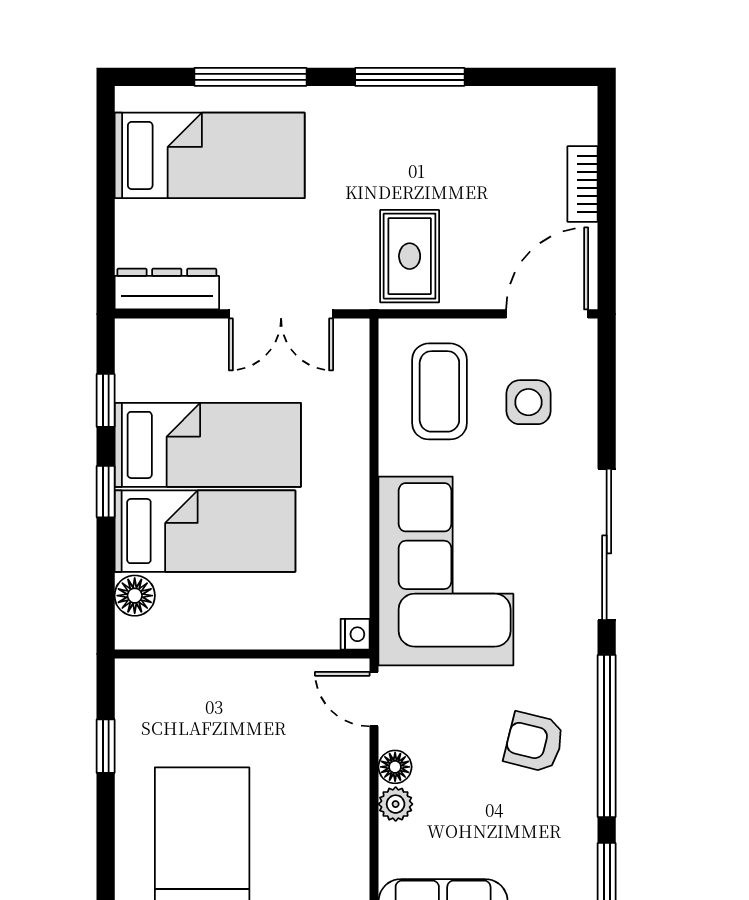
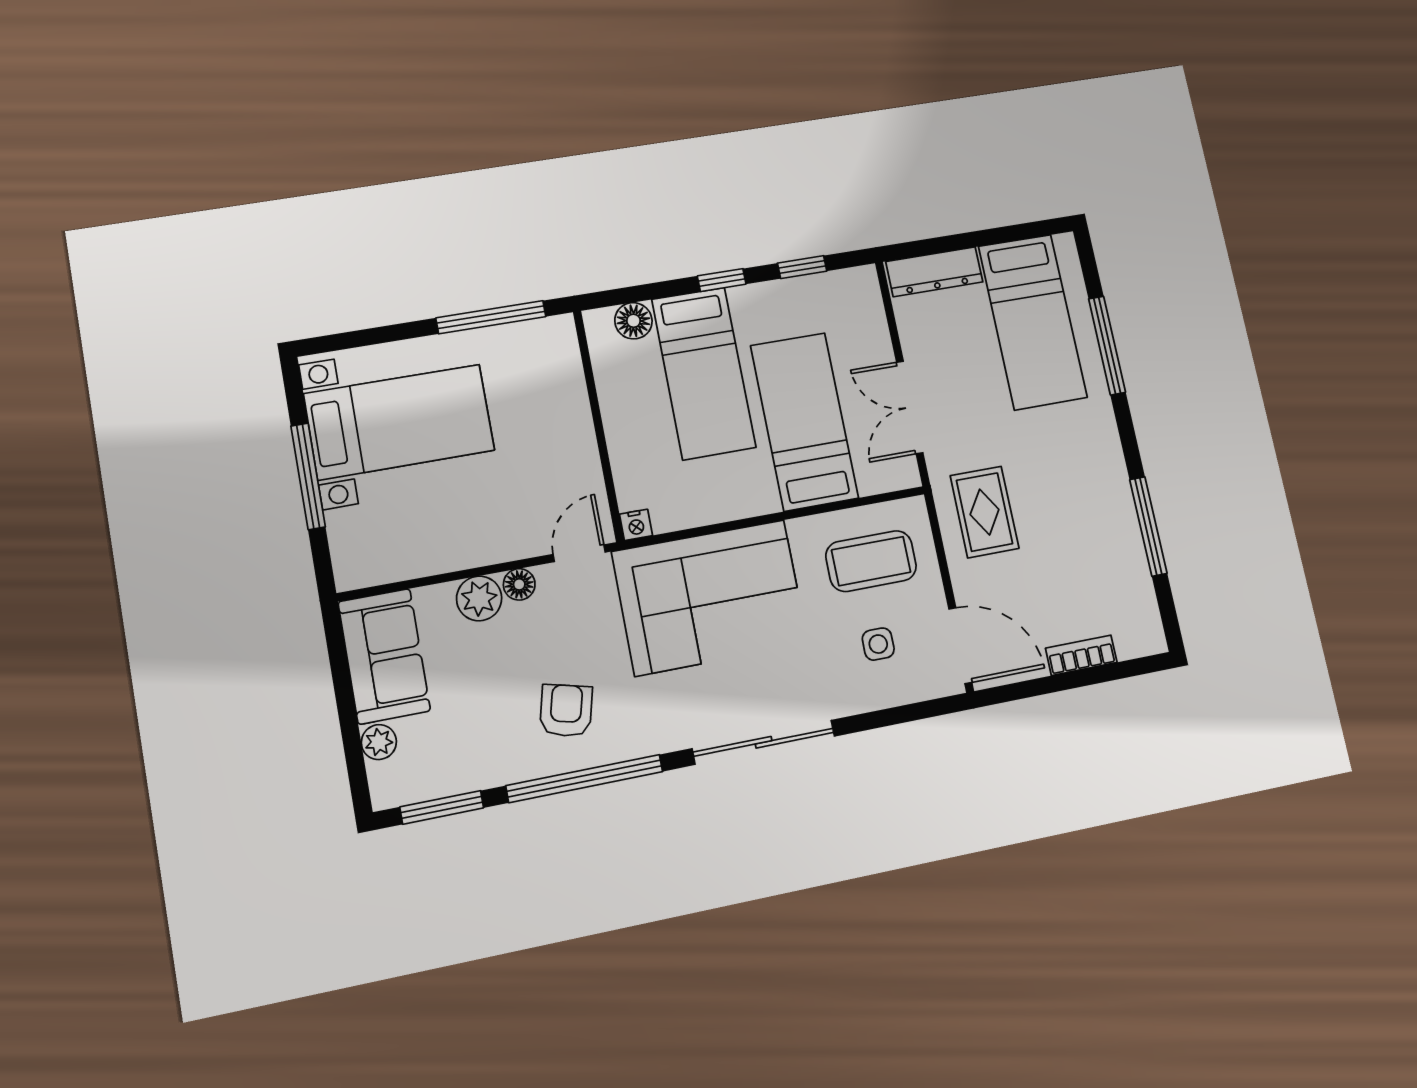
window: (410, 77) -> (1148, 526), moved
rug: (410, 256) -> (985, 512), turned 90
dresser: (167, 289) -> (934, 272), moved, turned 90
side table: (528, 402) -> (878, 644), width x0.73, depth x0.73
bed: (208, 445) -> (804, 422), moved, turned 180
window: (106, 746) -> (491, 317), width x2.17
plant: (396, 804) -> (479, 598), width x1.38, depth x1.38

